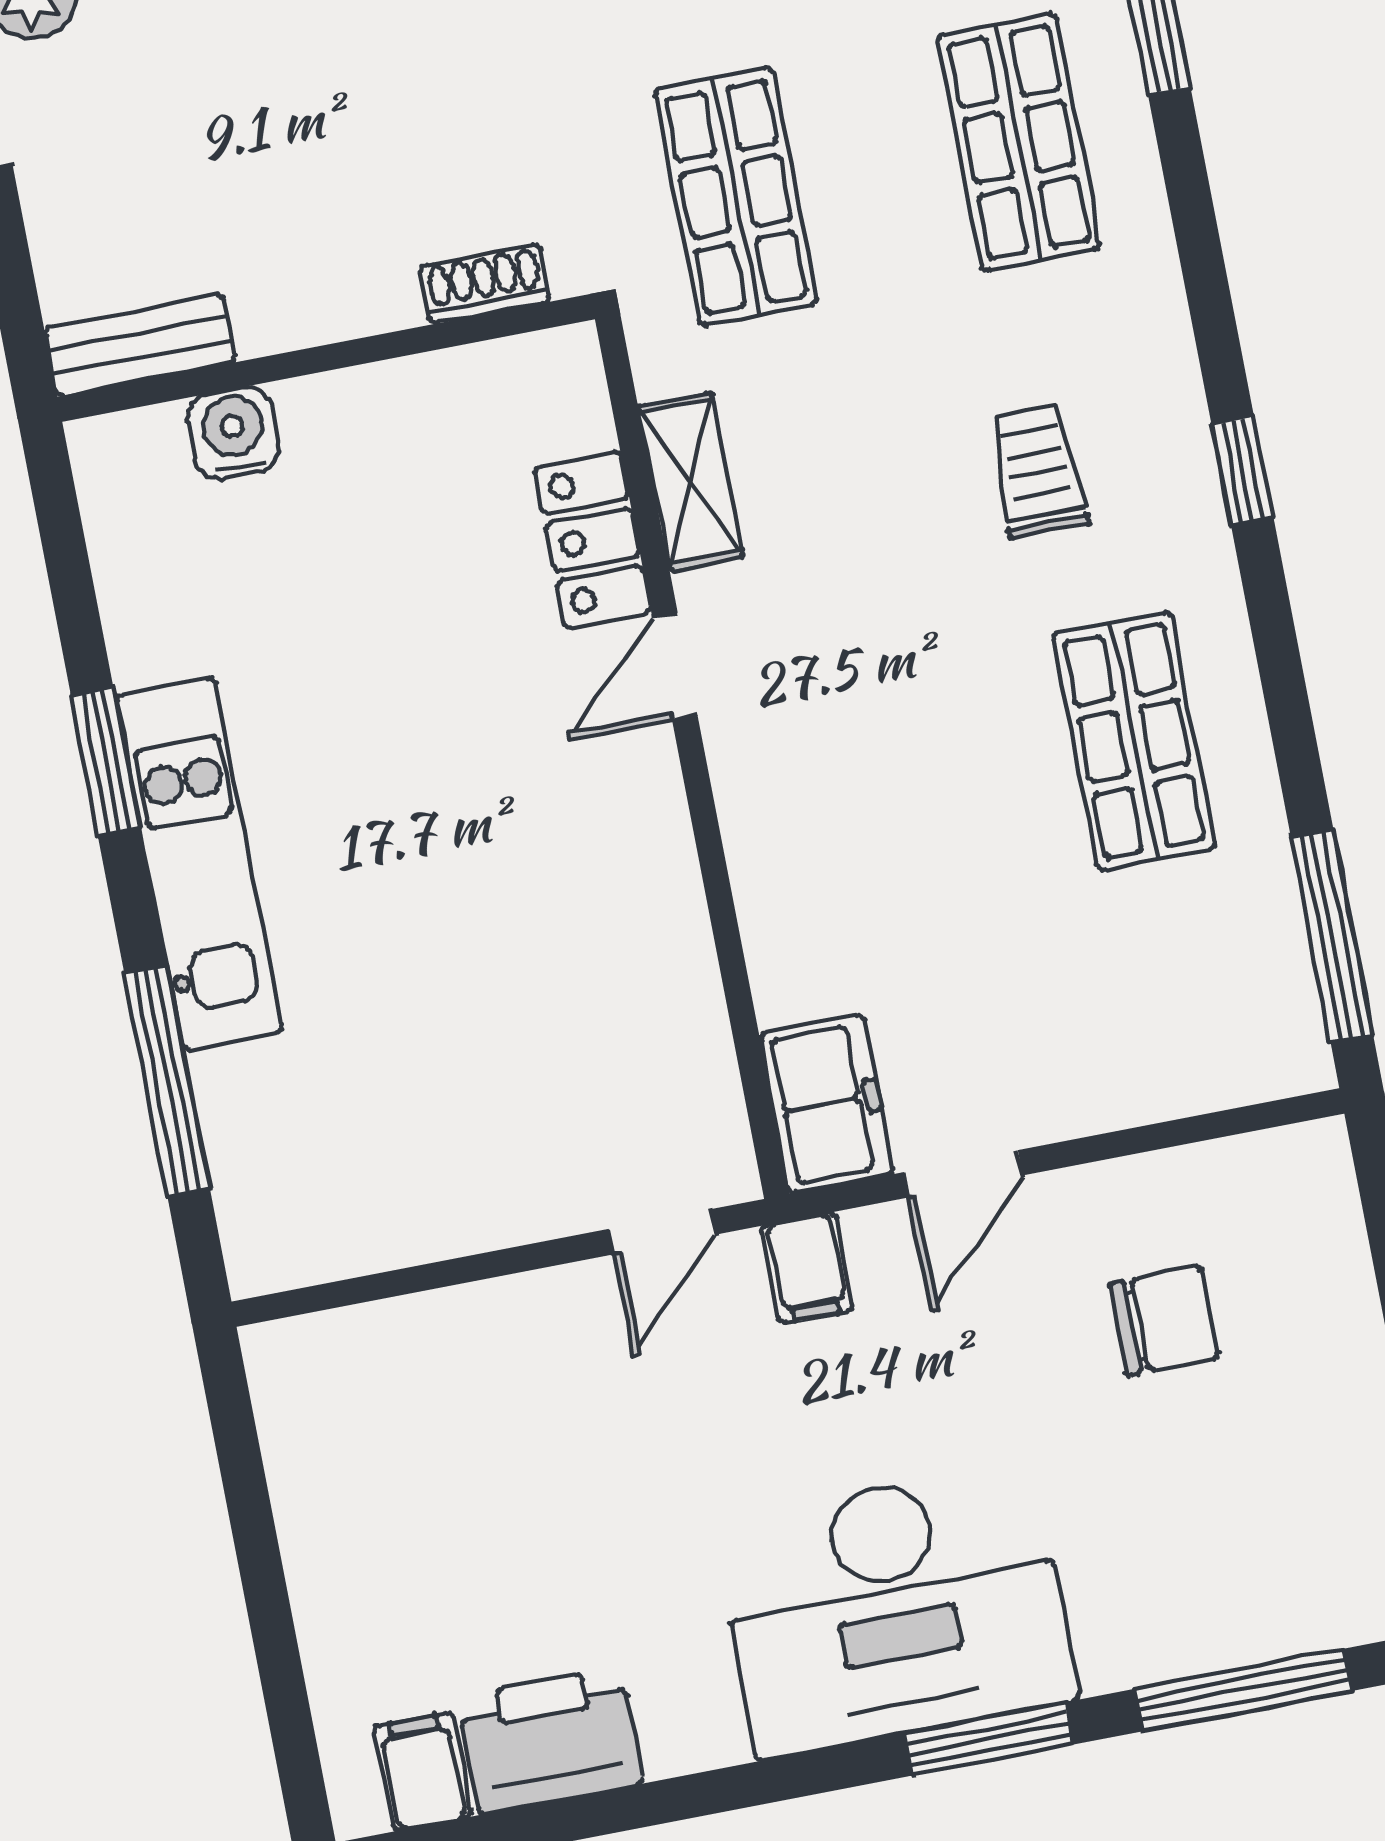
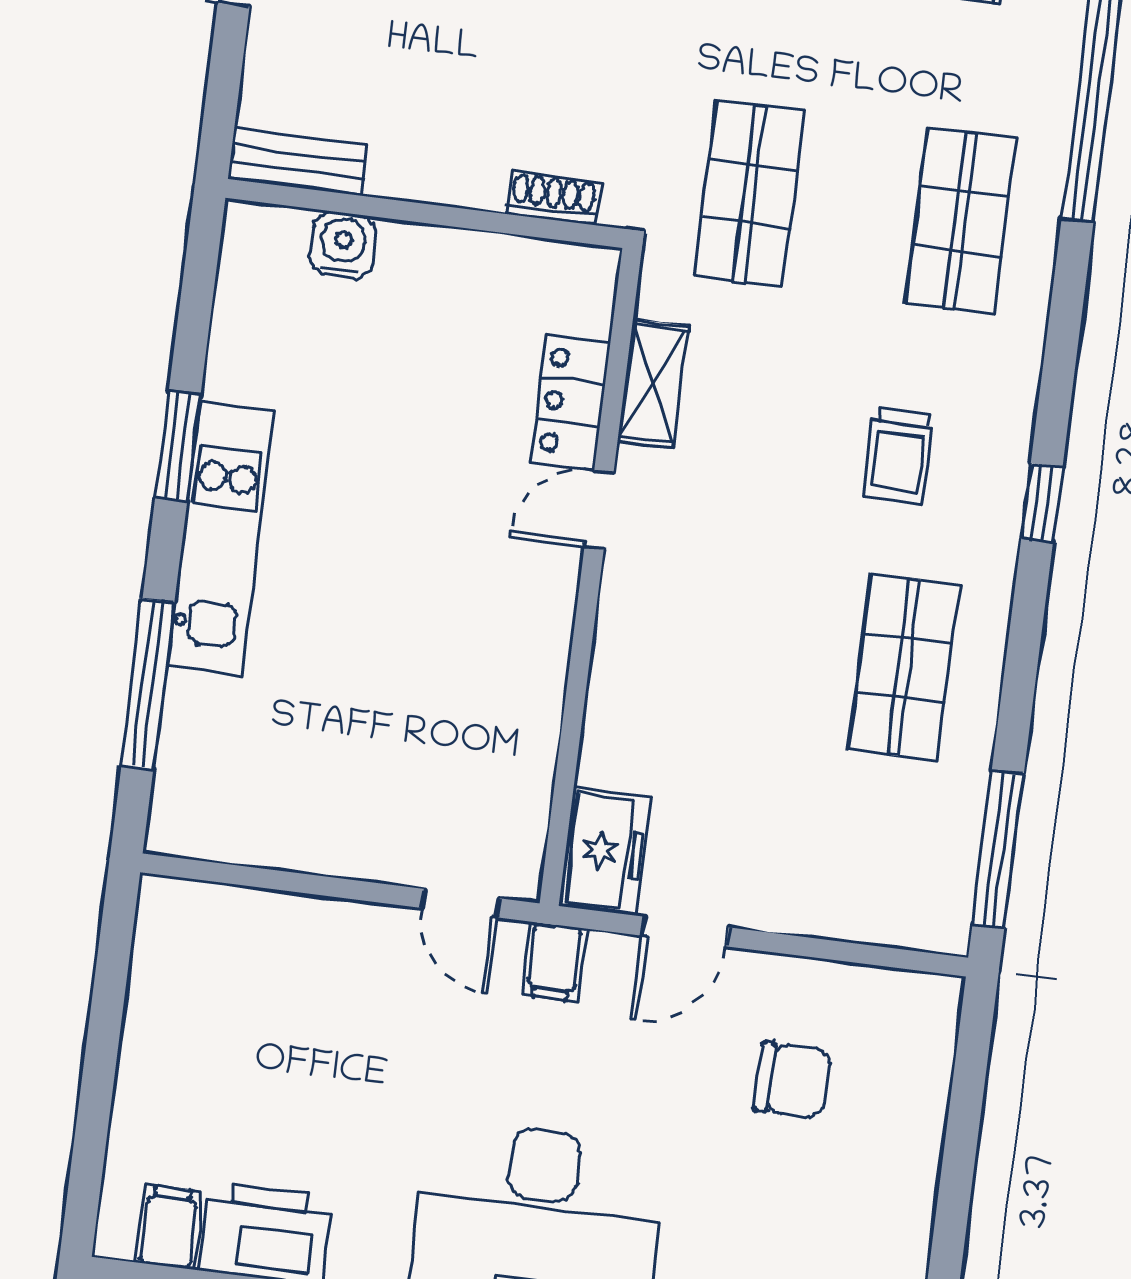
trolley: (1038, 471) -> (898, 456), turned 180
door: (662, 1232) -> (460, 903), hinge flipped

